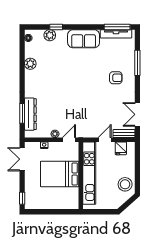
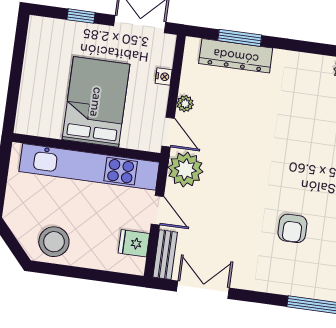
armchair: (116, 78) -> (292, 228), moved
plant: (85, 130) -> (185, 170), added
window: (22, 198) -> (81, 16), moved

